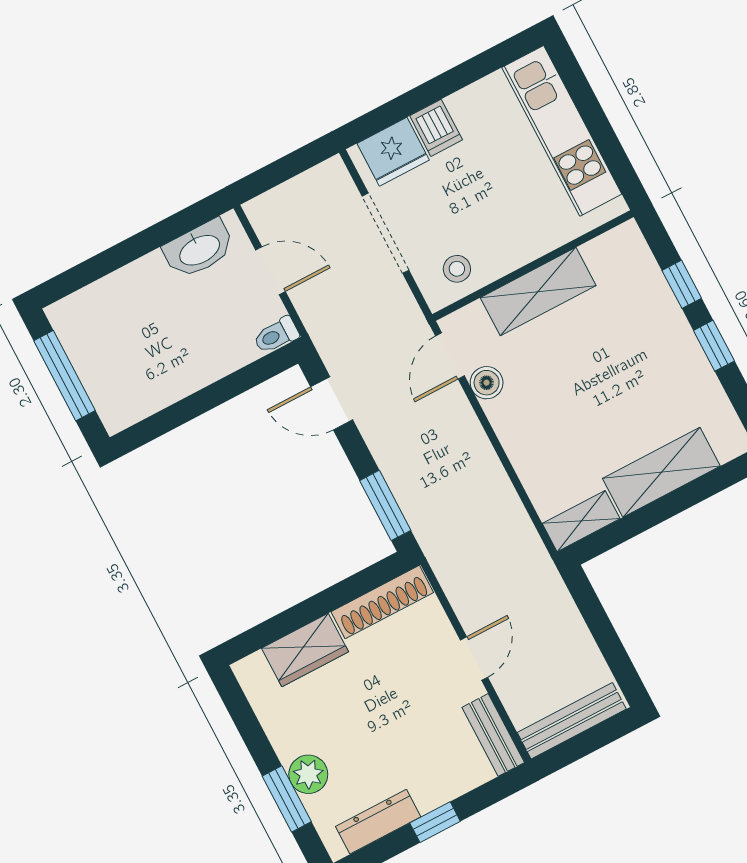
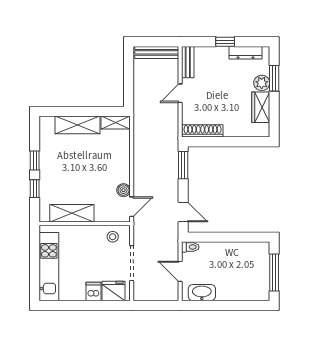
shelving: (538, 292) -> (72, 213), moved
wardrobe: (305, 650) -> (261, 107), moved, turned -90

